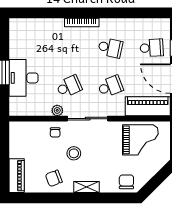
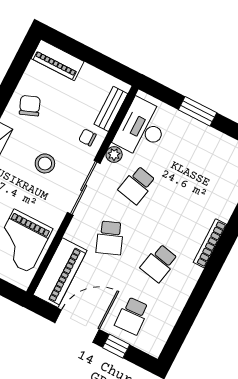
desk: (23, 78) -> (142, 128), moved, turned -90
school desk: (69, 86) -> (137, 185), turned 36
bench: (30, 127) -> (111, 109), added
stool: (74, 153) -> (45, 163), moved

